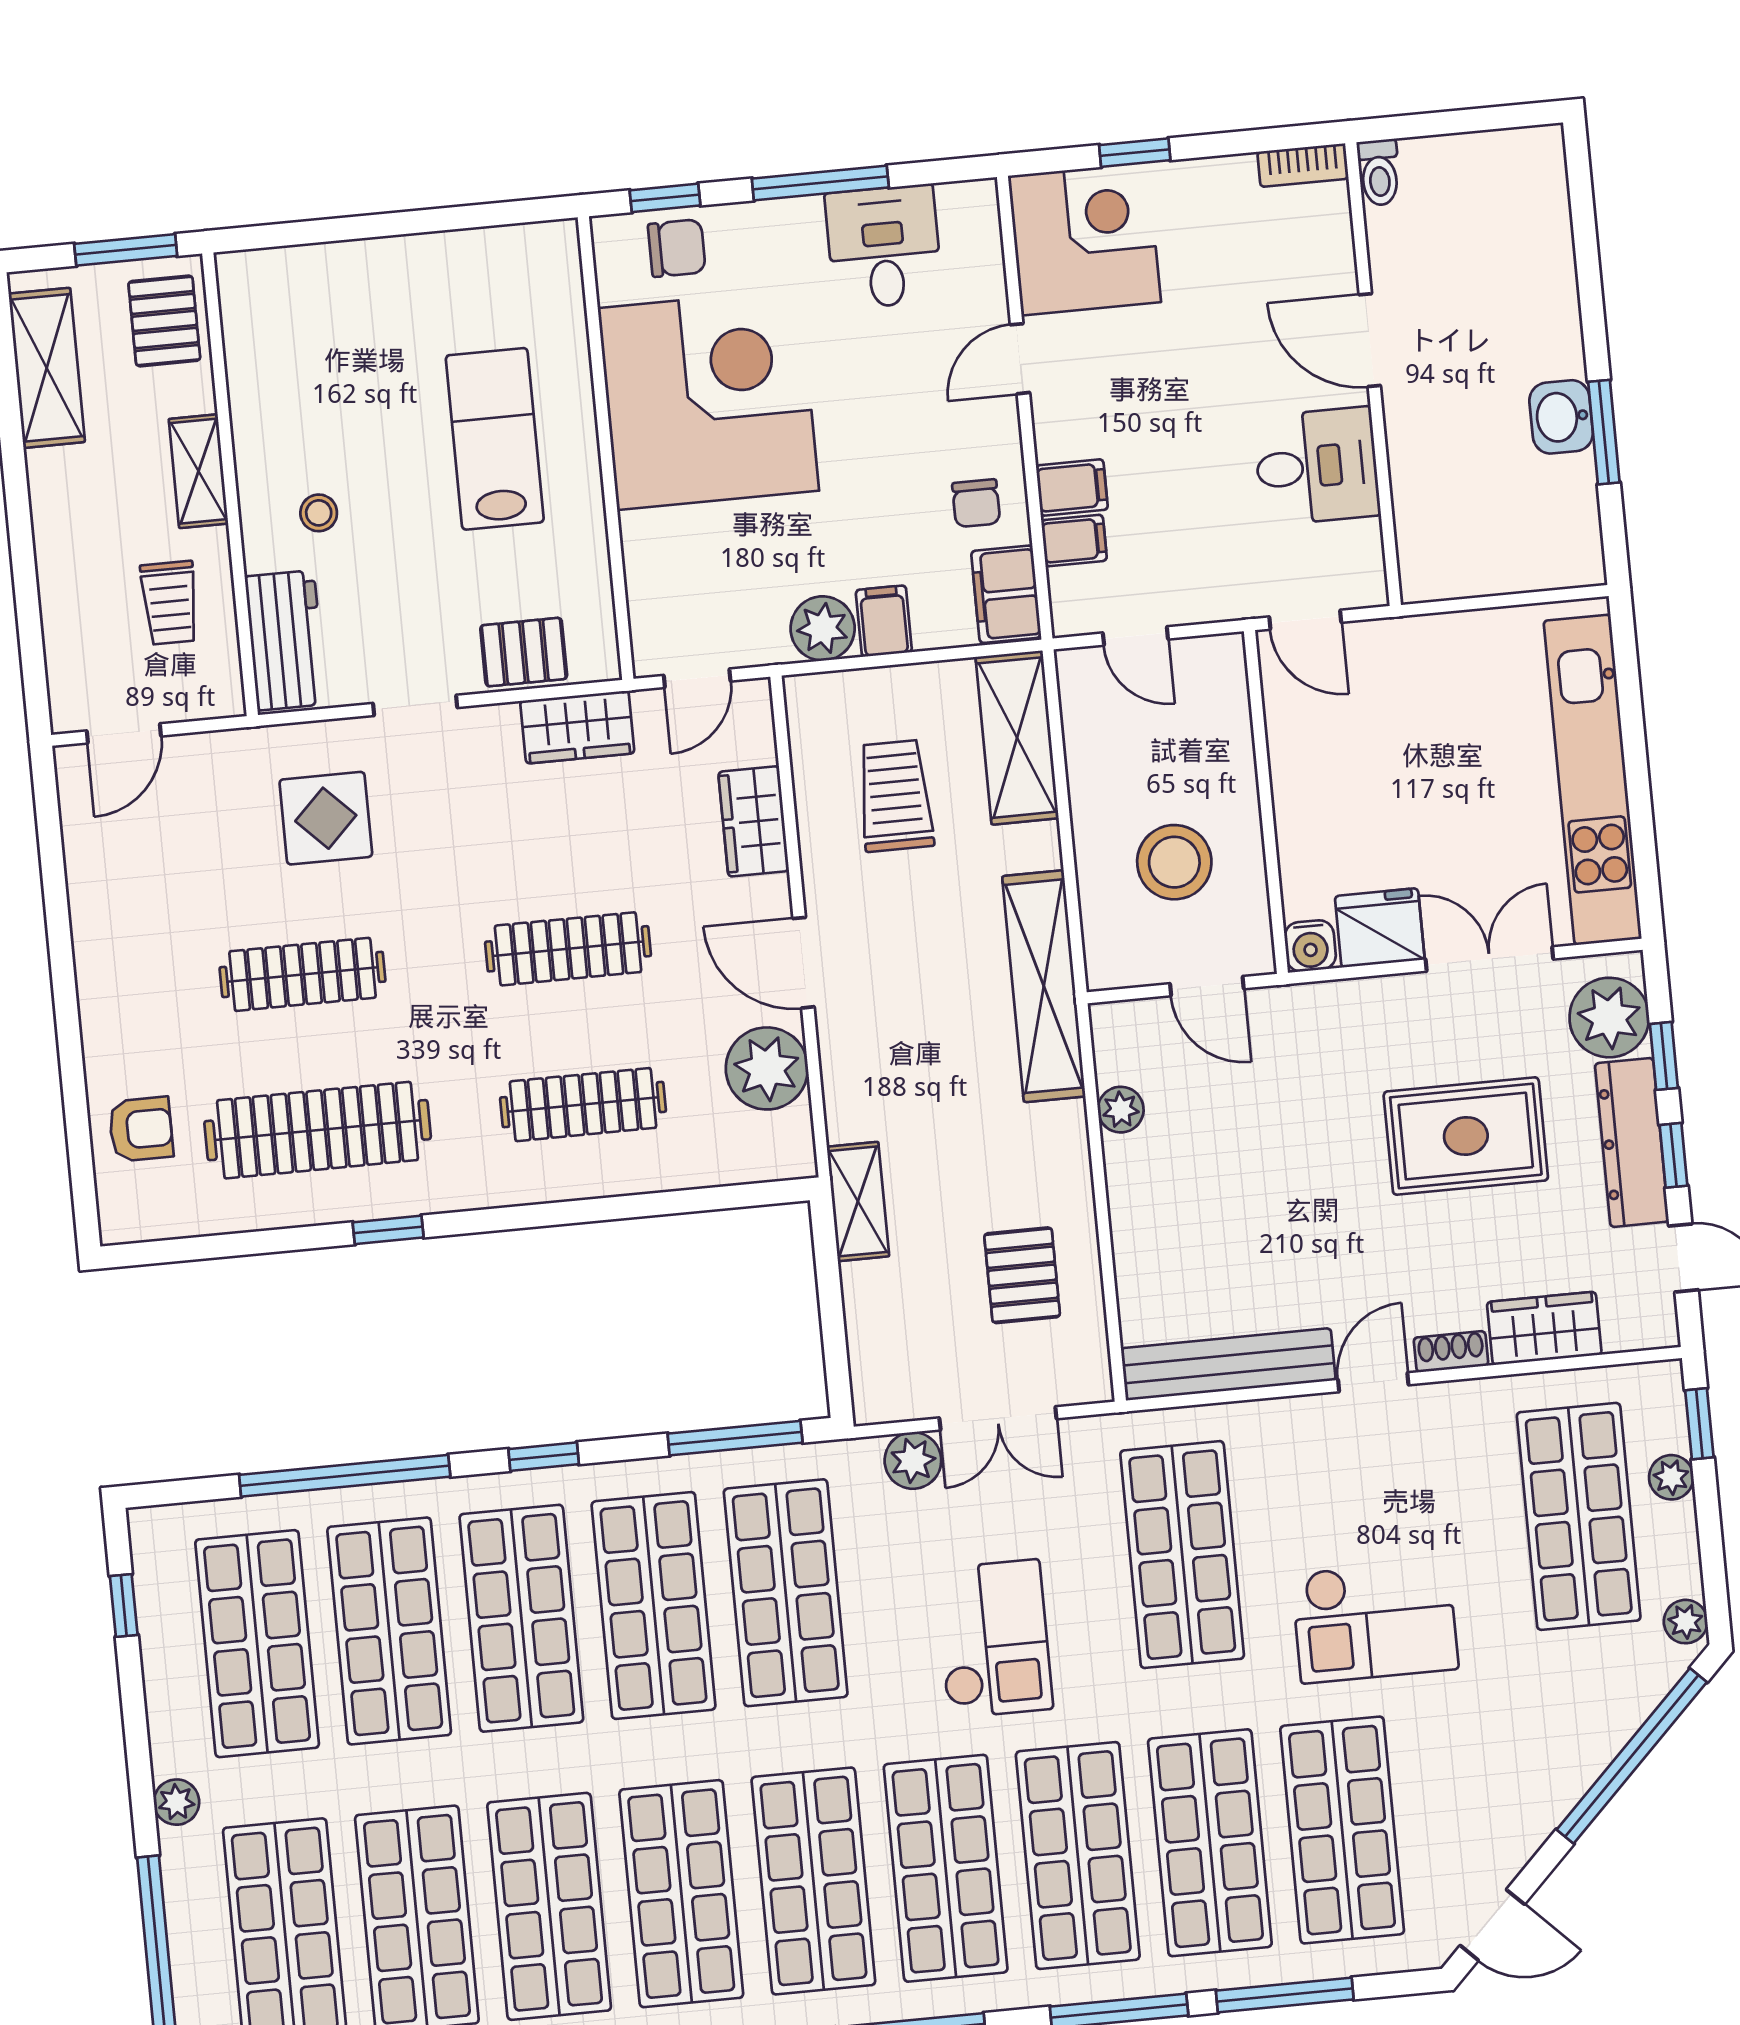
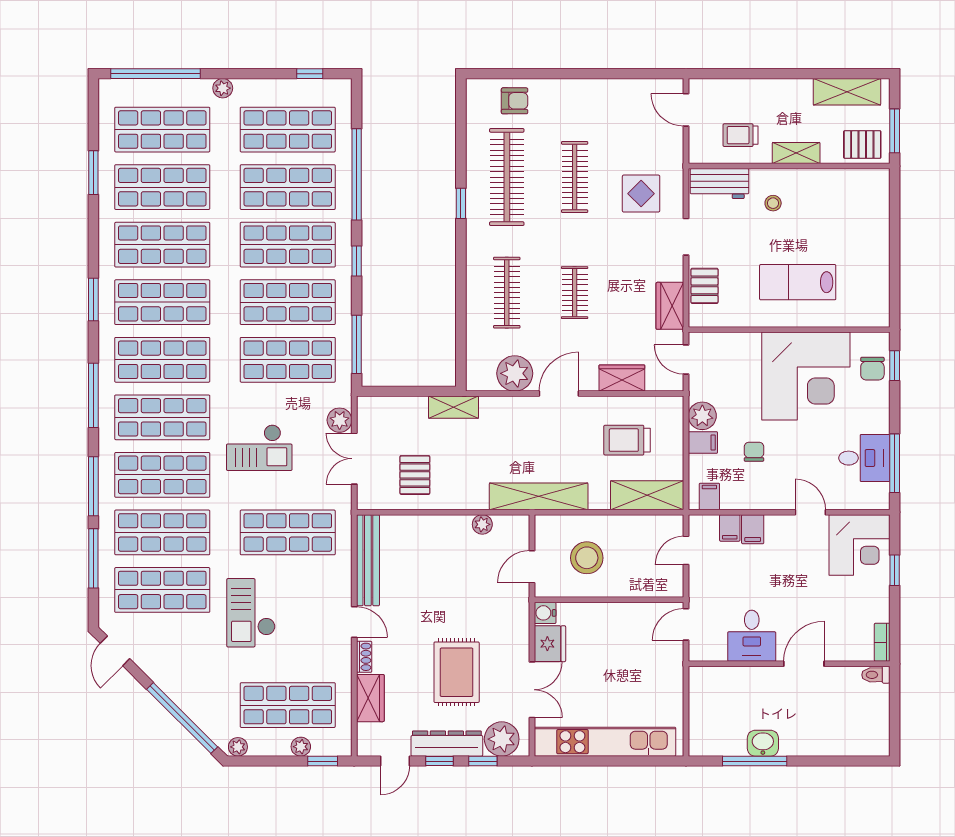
window: (820, 183) -> (895, 463), moved
window: (1604, 432) -> (755, 761), width x1.44
lab bench: (495, 439) -> (798, 282), turned 180
chair: (976, 503) -> (754, 452), moved, turned 90
filing cabinet: (1006, 594) -> (709, 496), width x0.50
trolley: (895, 796) -> (627, 440), turned 180
clothes rail: (568, 949) -> (575, 293), width x0.73
armchair: (141, 1129) -> (515, 101), turned -90
pallet: (1022, 1275) -> (415, 475), turned 90

